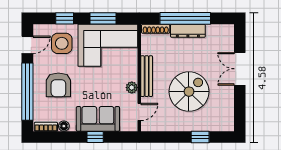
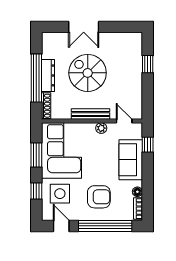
spiral stairs: (189, 92) -> (88, 73), moved
window: (95, 137) -> (148, 145), moved

